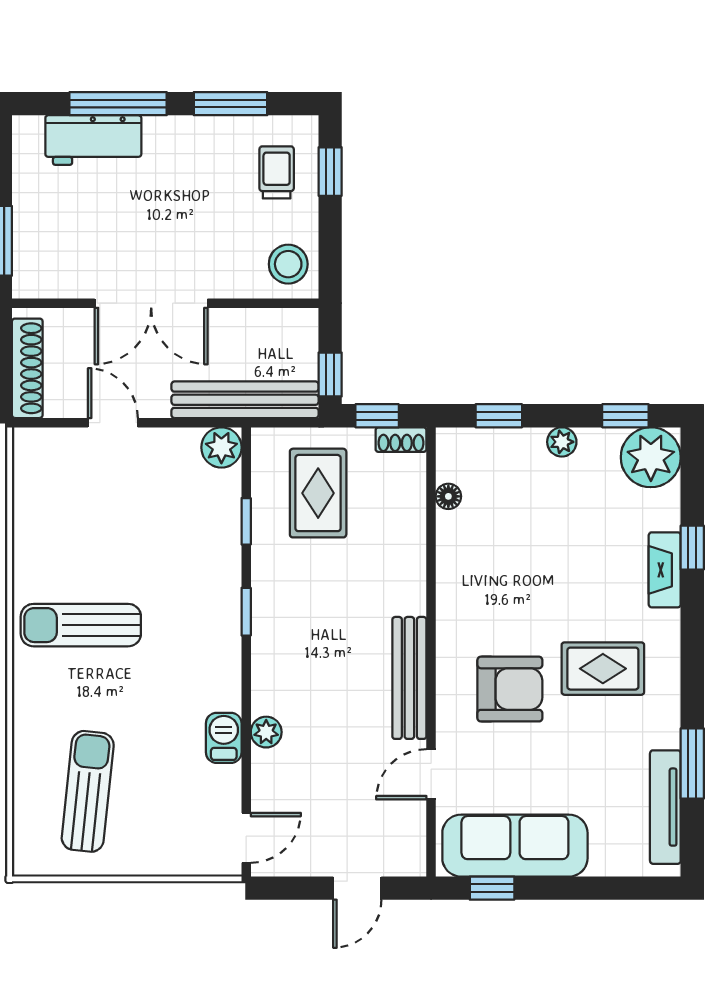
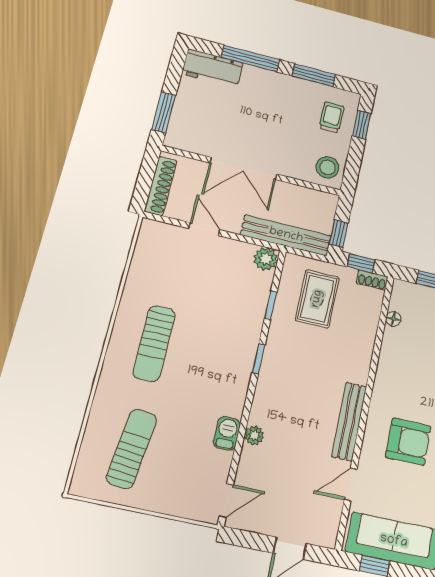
workbench: (93, 140) -> (213, 68), moved
sun lounger: (81, 625) -> (154, 343), turned -90

